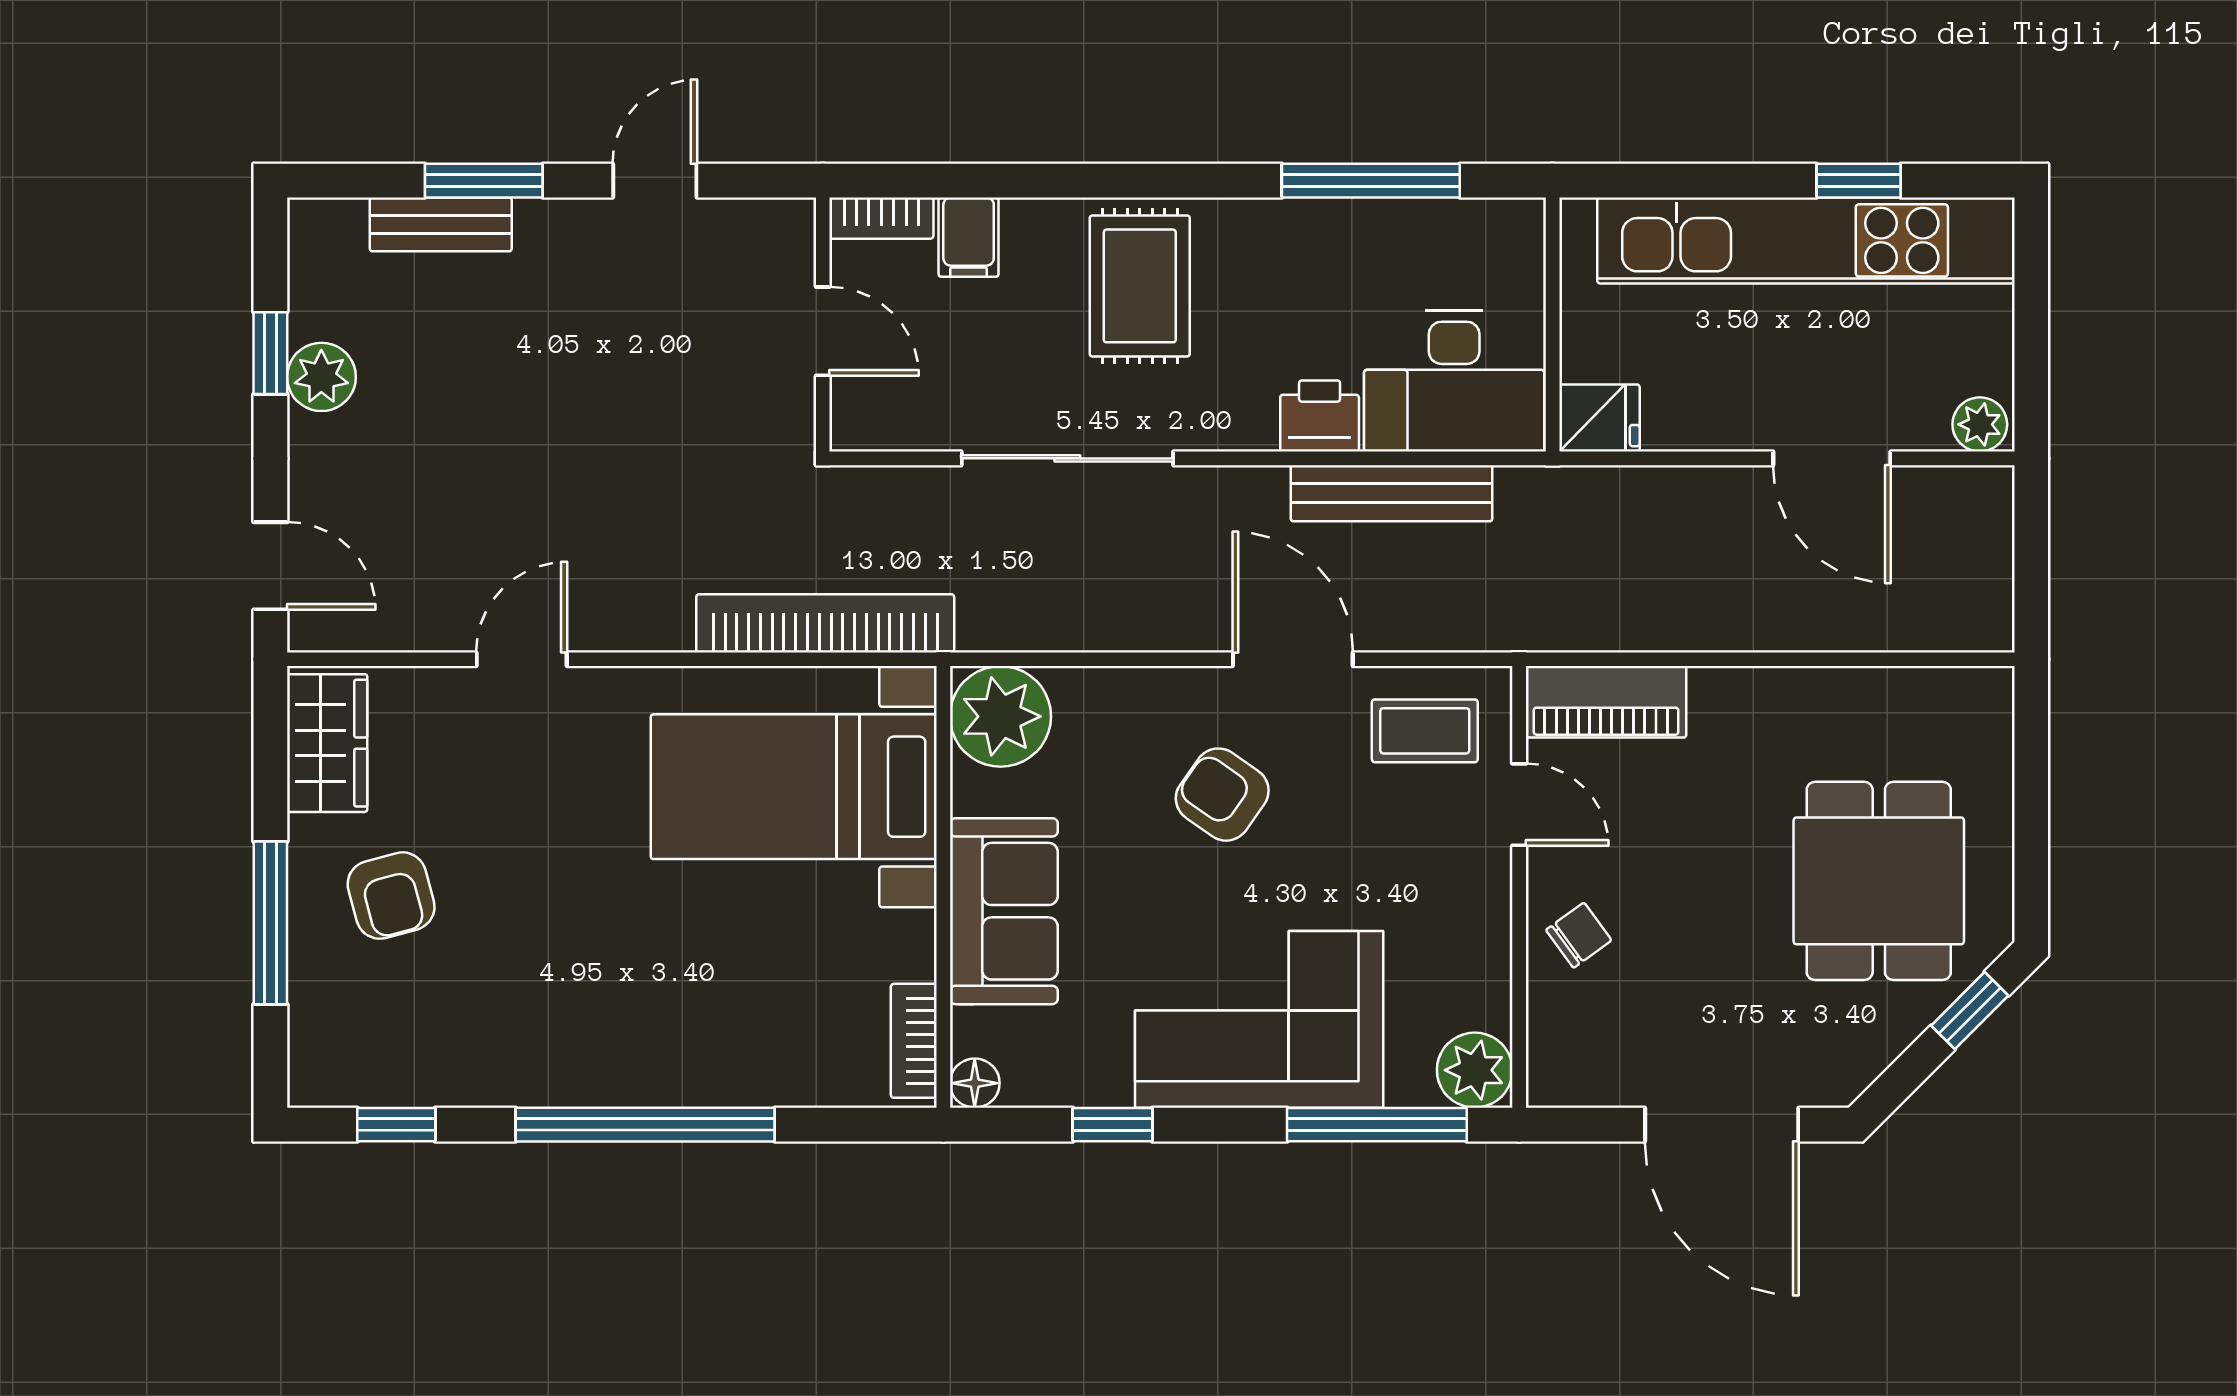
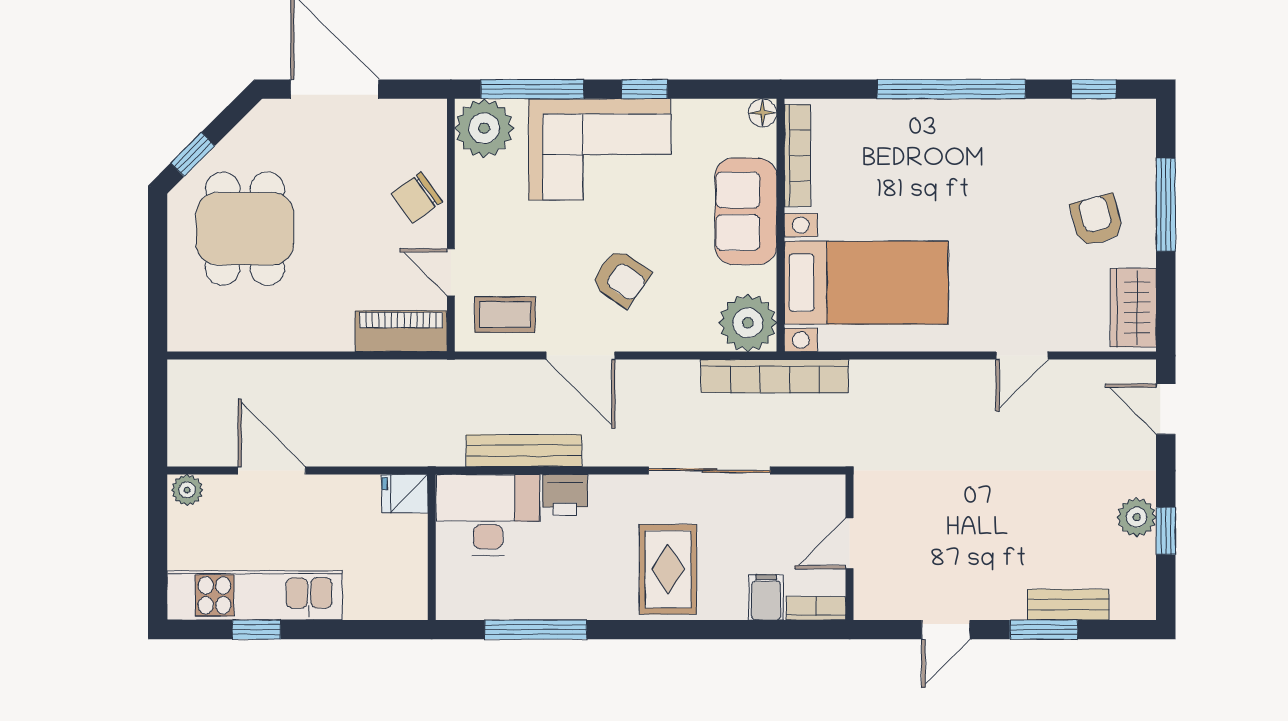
kitchen unit: (1806, 240) -> (255, 595), width x0.73
door: (823, 331) -> (850, 543), hinge flipped
bookcase: (825, 623) -> (775, 376), moved
chair: (1579, 935) -> (417, 198), width x1.37, depth x1.37
bookcase: (914, 1041) -> (797, 155), width x1.56
plant: (1475, 1070) -> (484, 128), width x1.36, depth x1.36
window: (1112, 1125) -> (645, 89), moved

